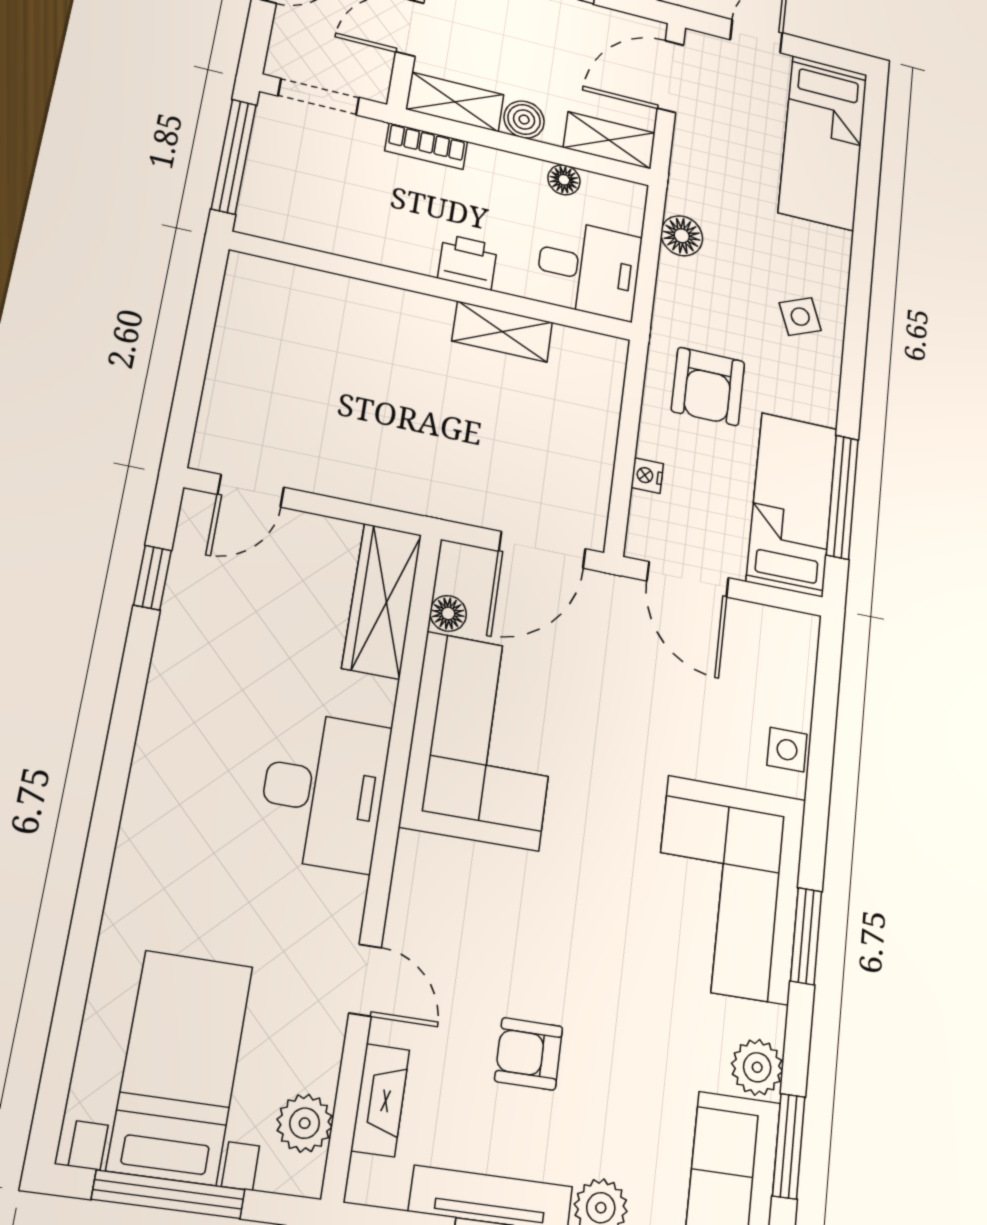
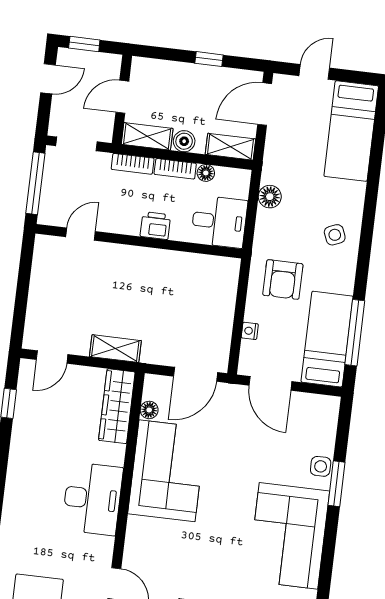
bookcase: (507, 165) -> (175, 169), added
door: (320, 261) -> (81, 234), added
shelving: (502, 332) -> (115, 349), moved
window: (806, 936) -> (336, 484), moved

